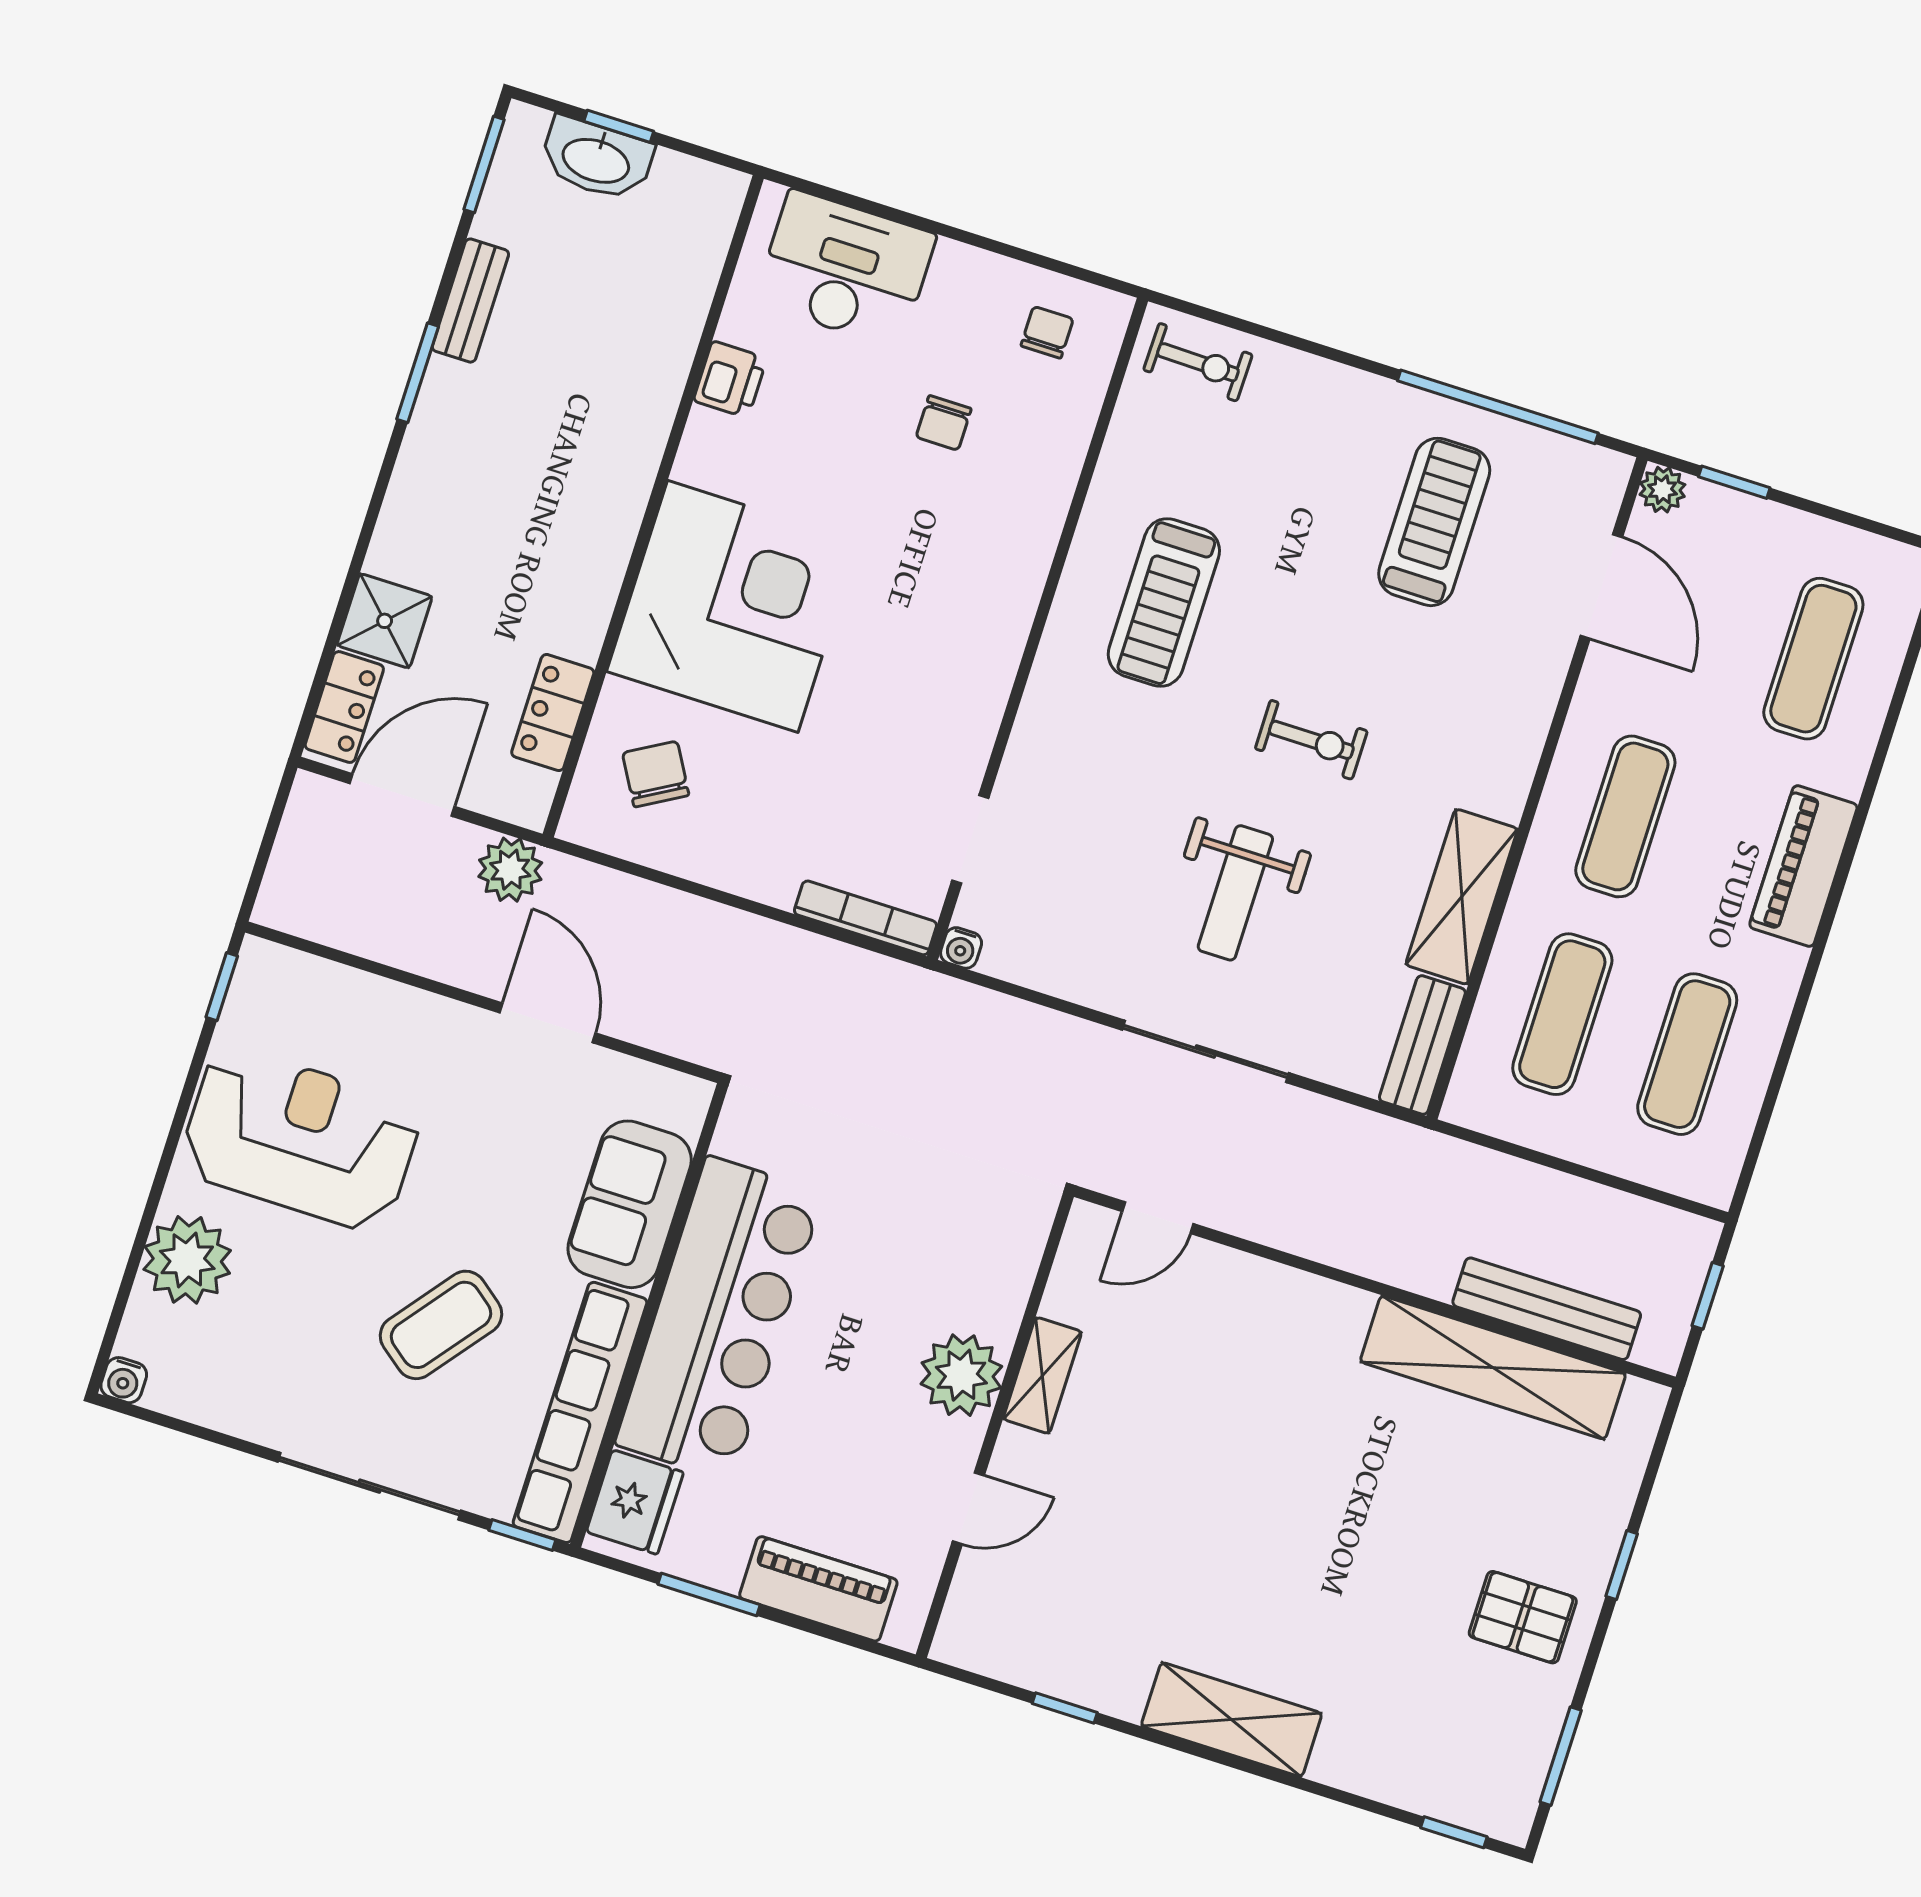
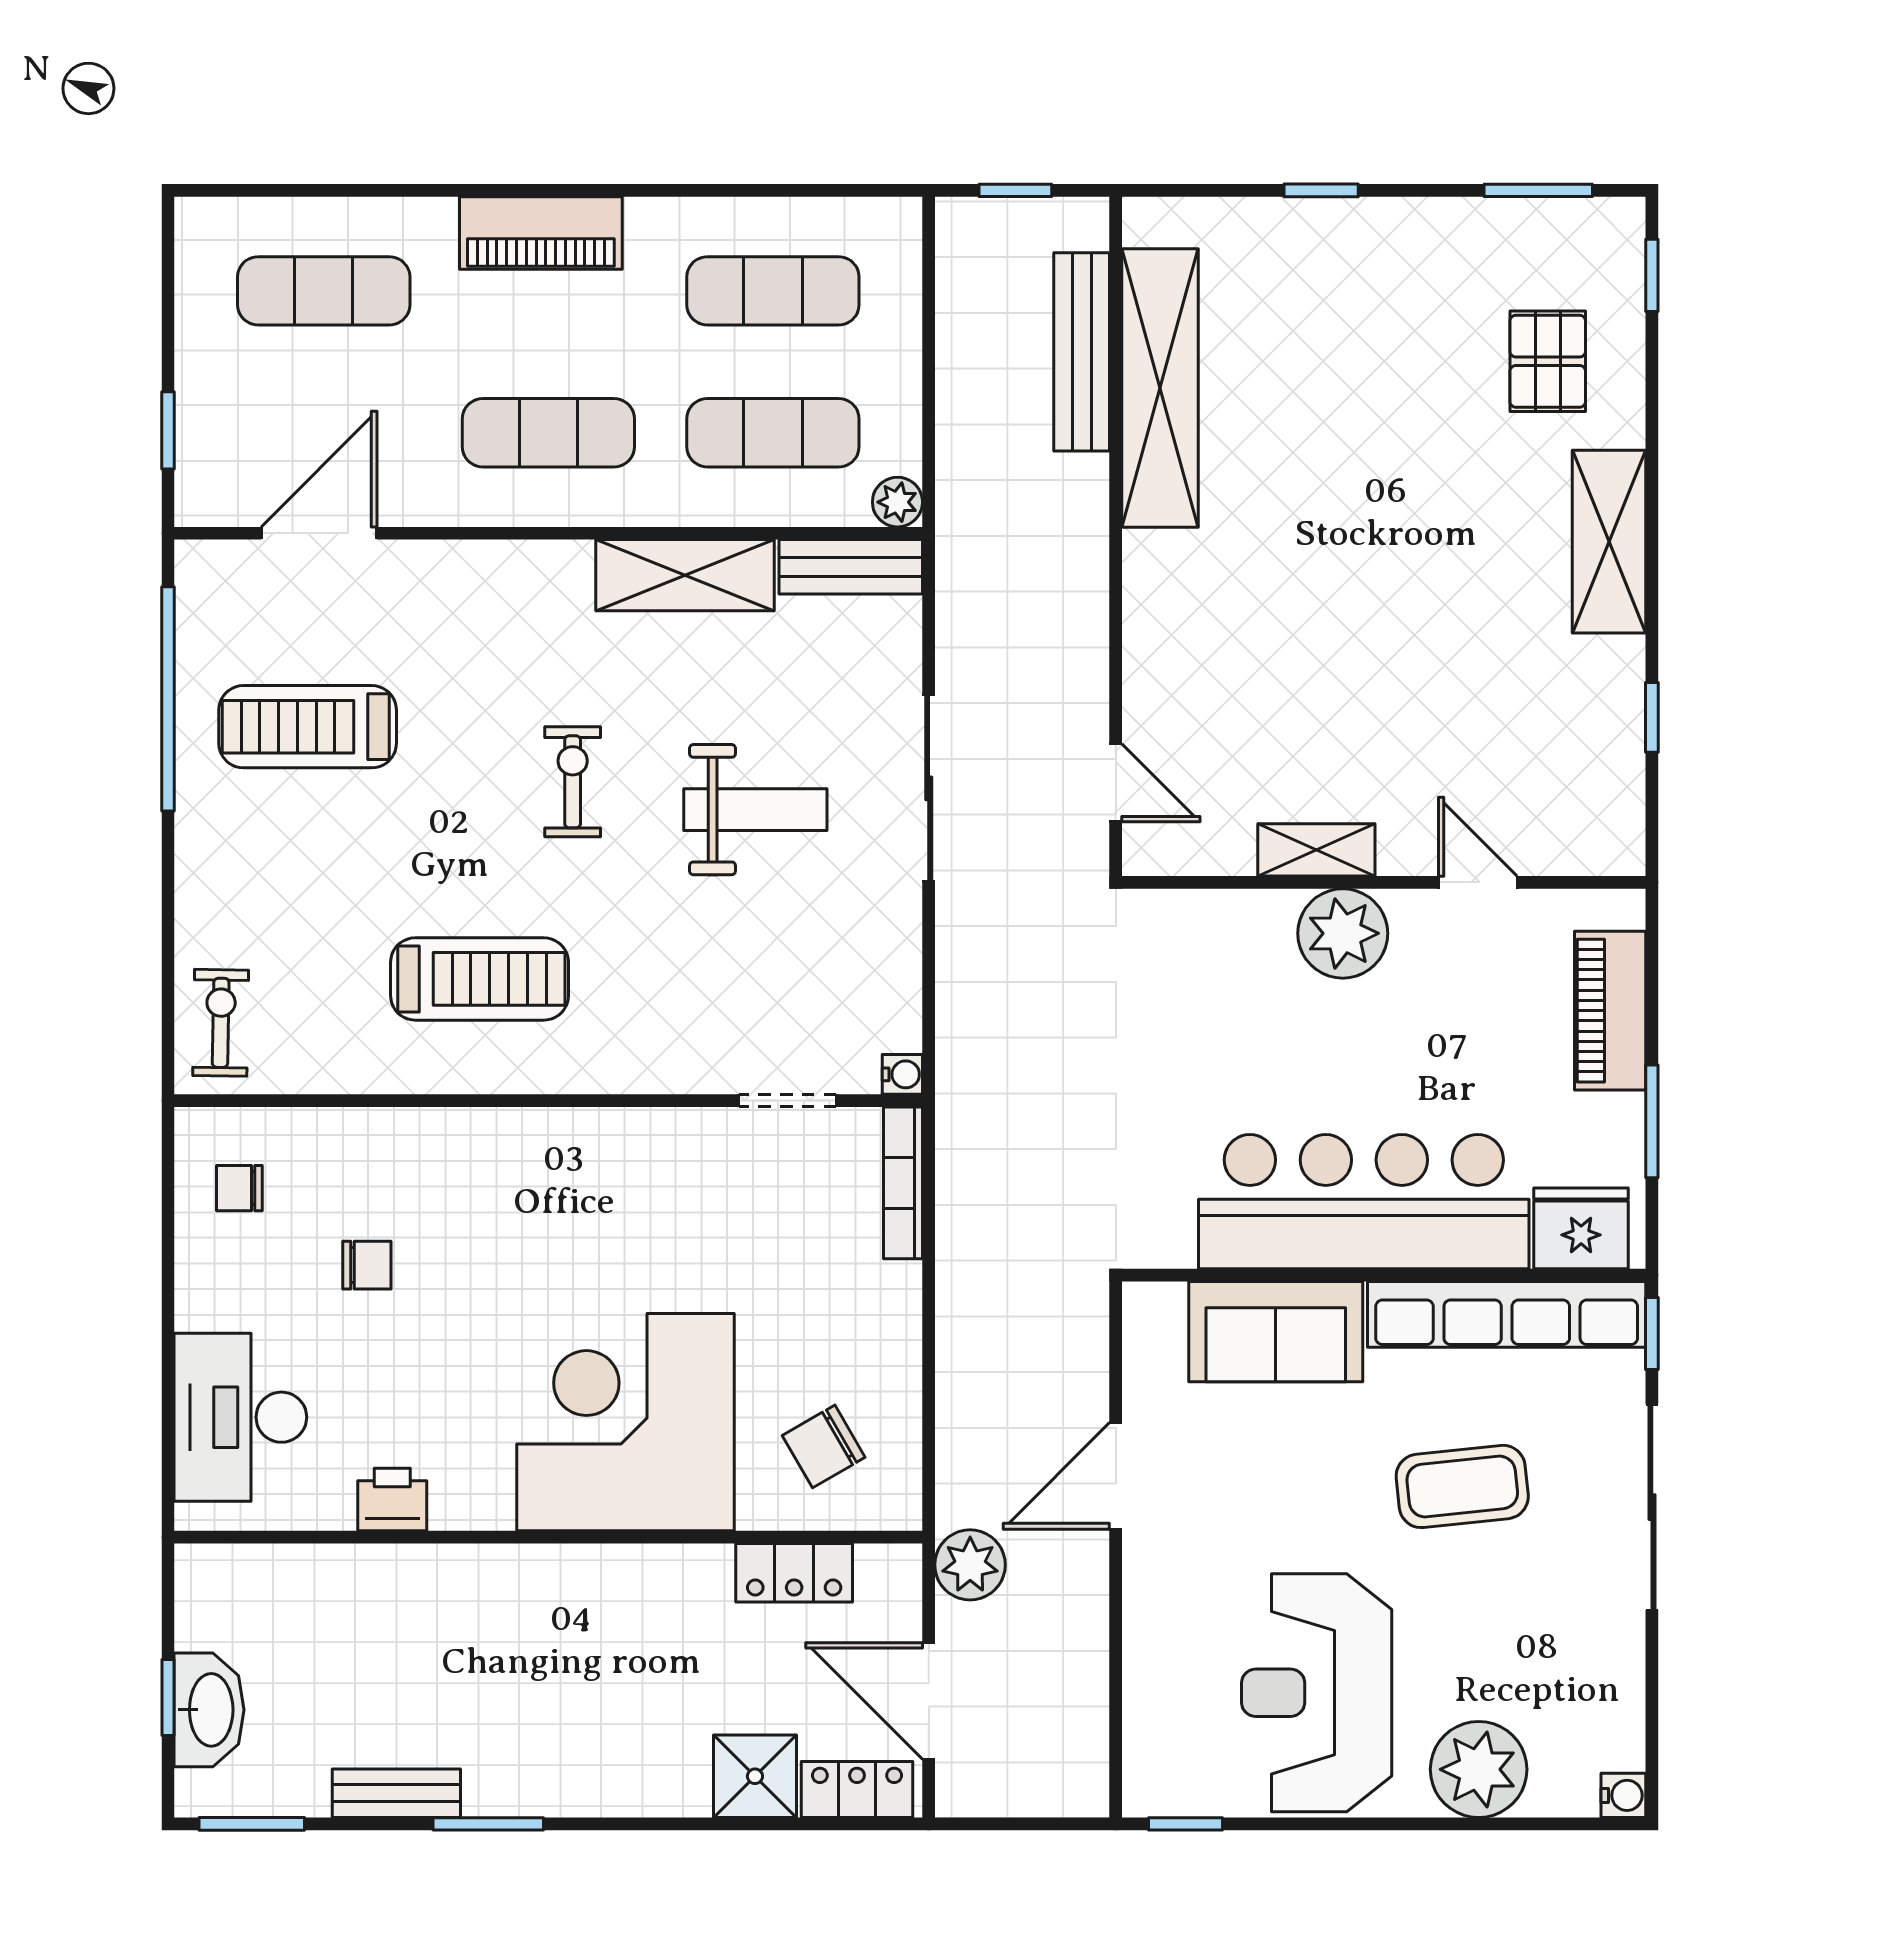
plant: (1662, 490) -> (897, 502), moved
coffee table: (441, 1325) -> (1462, 1486), turned -44
pallet: (1523, 1617) -> (1548, 361), moved

